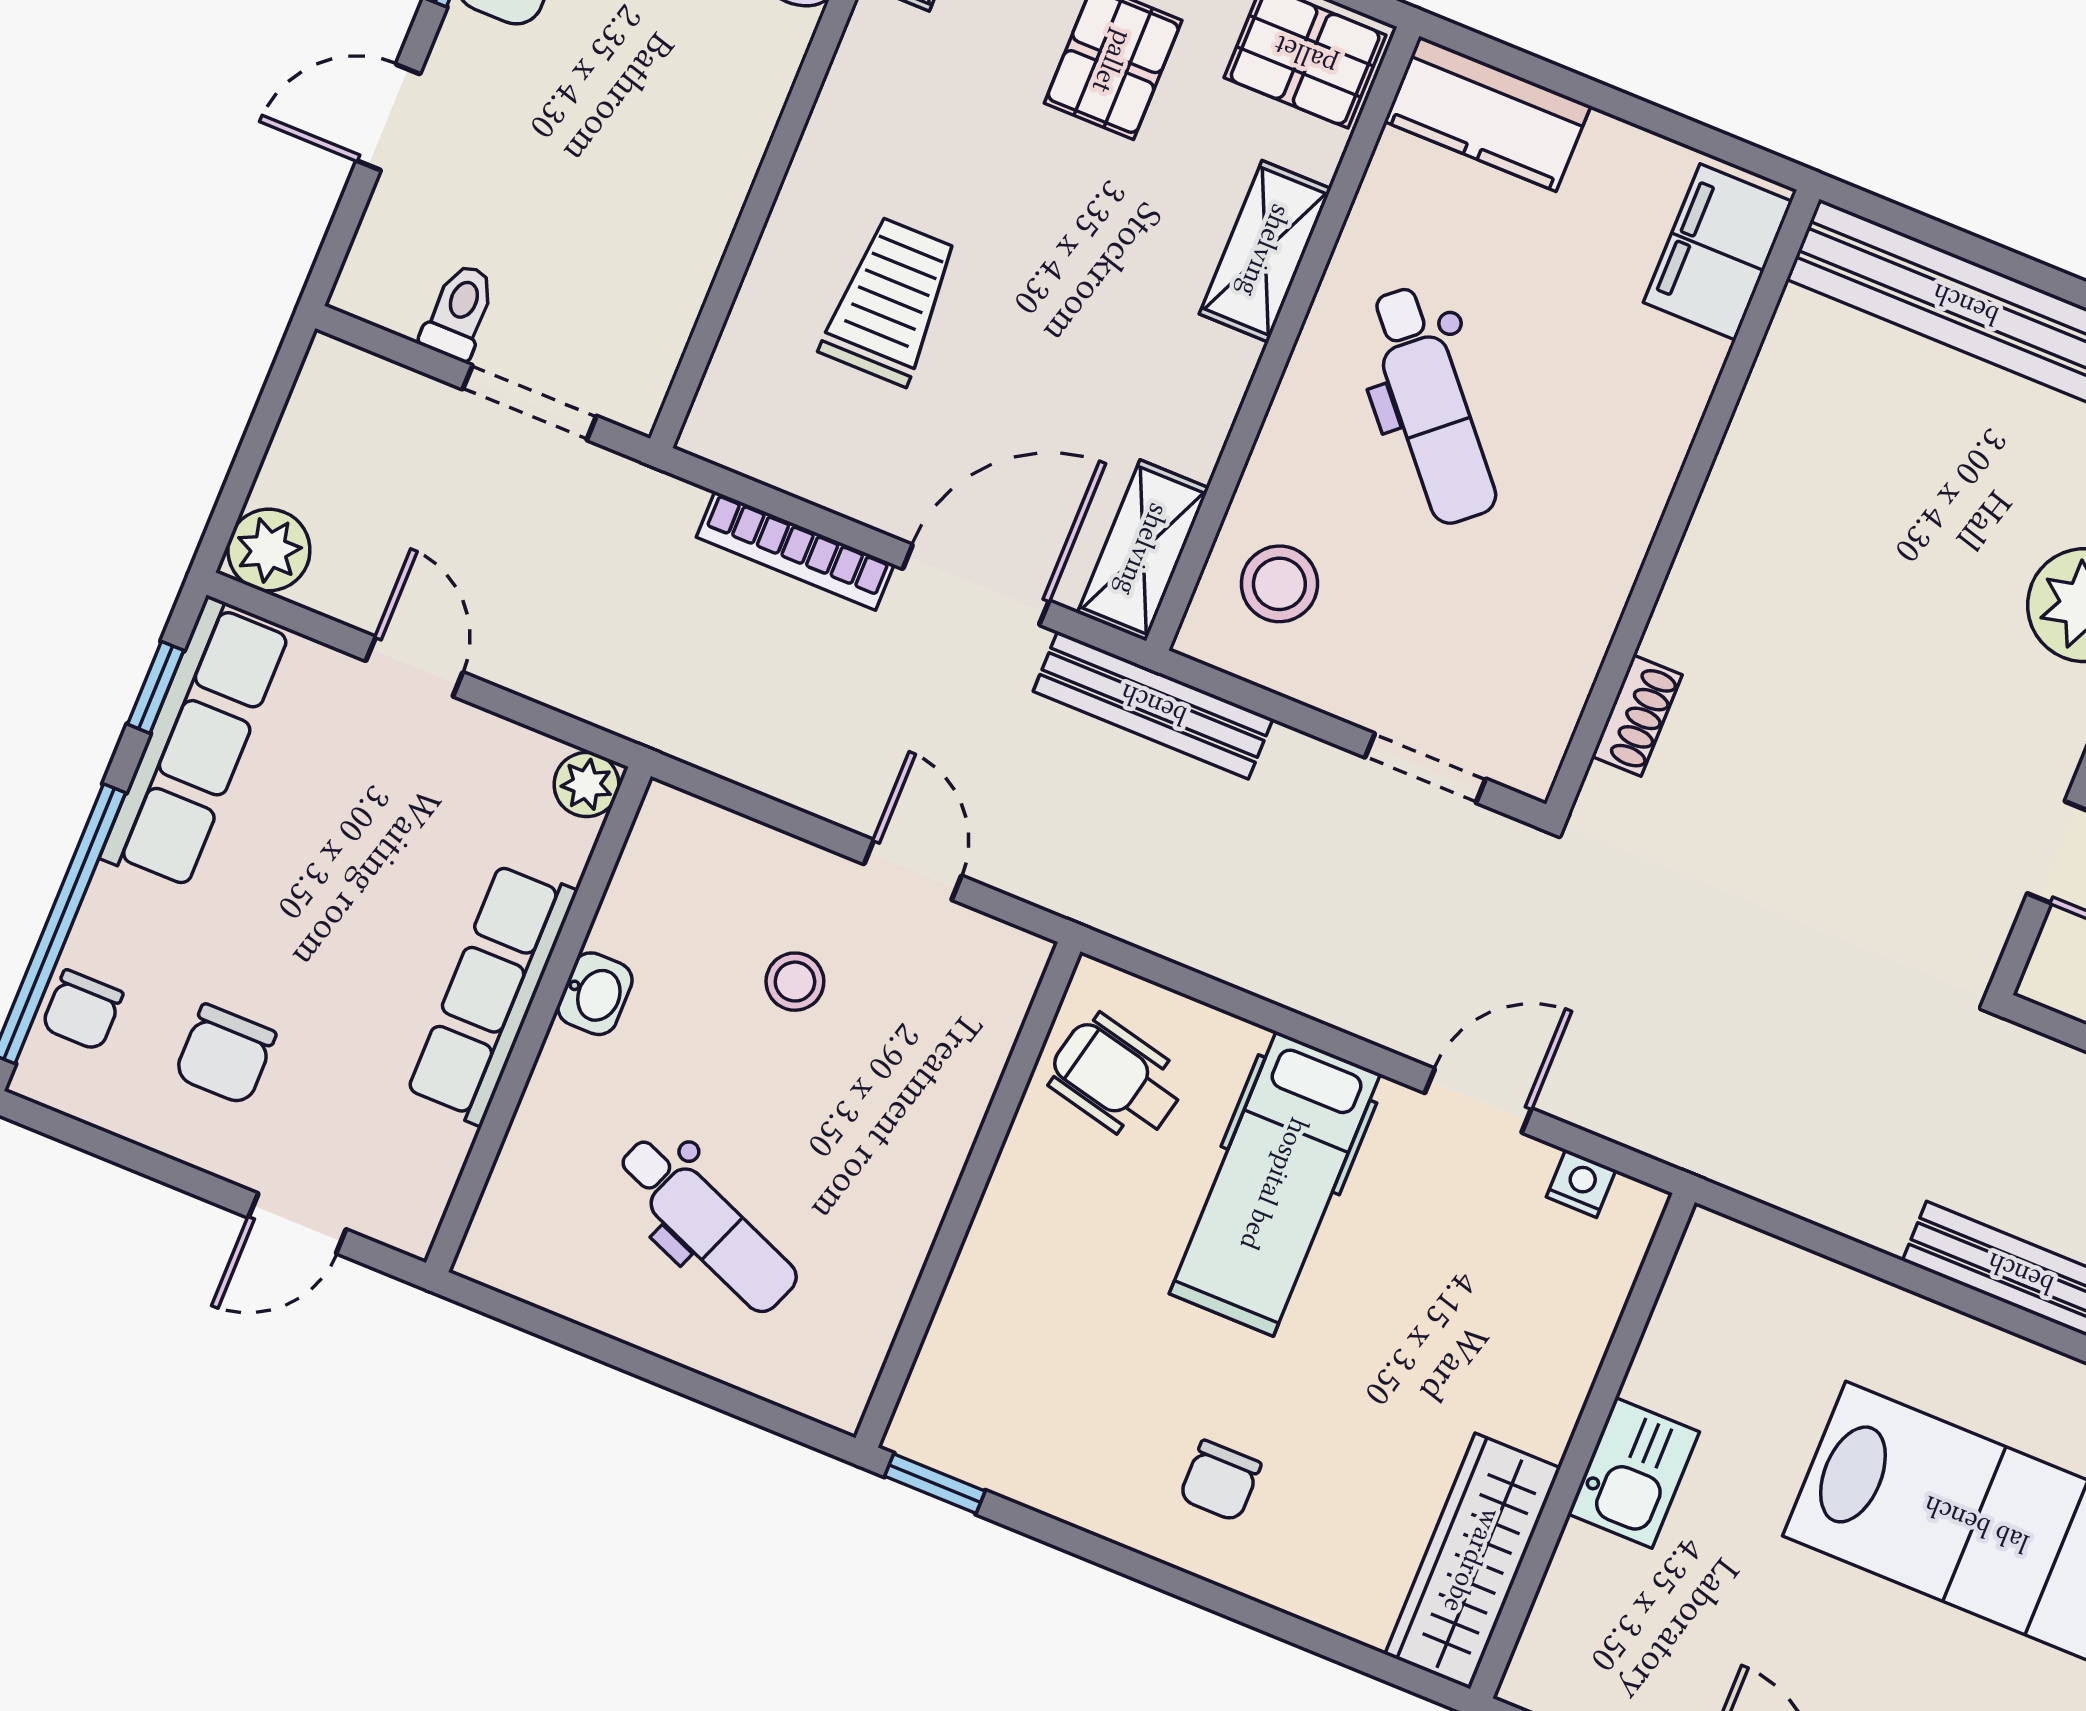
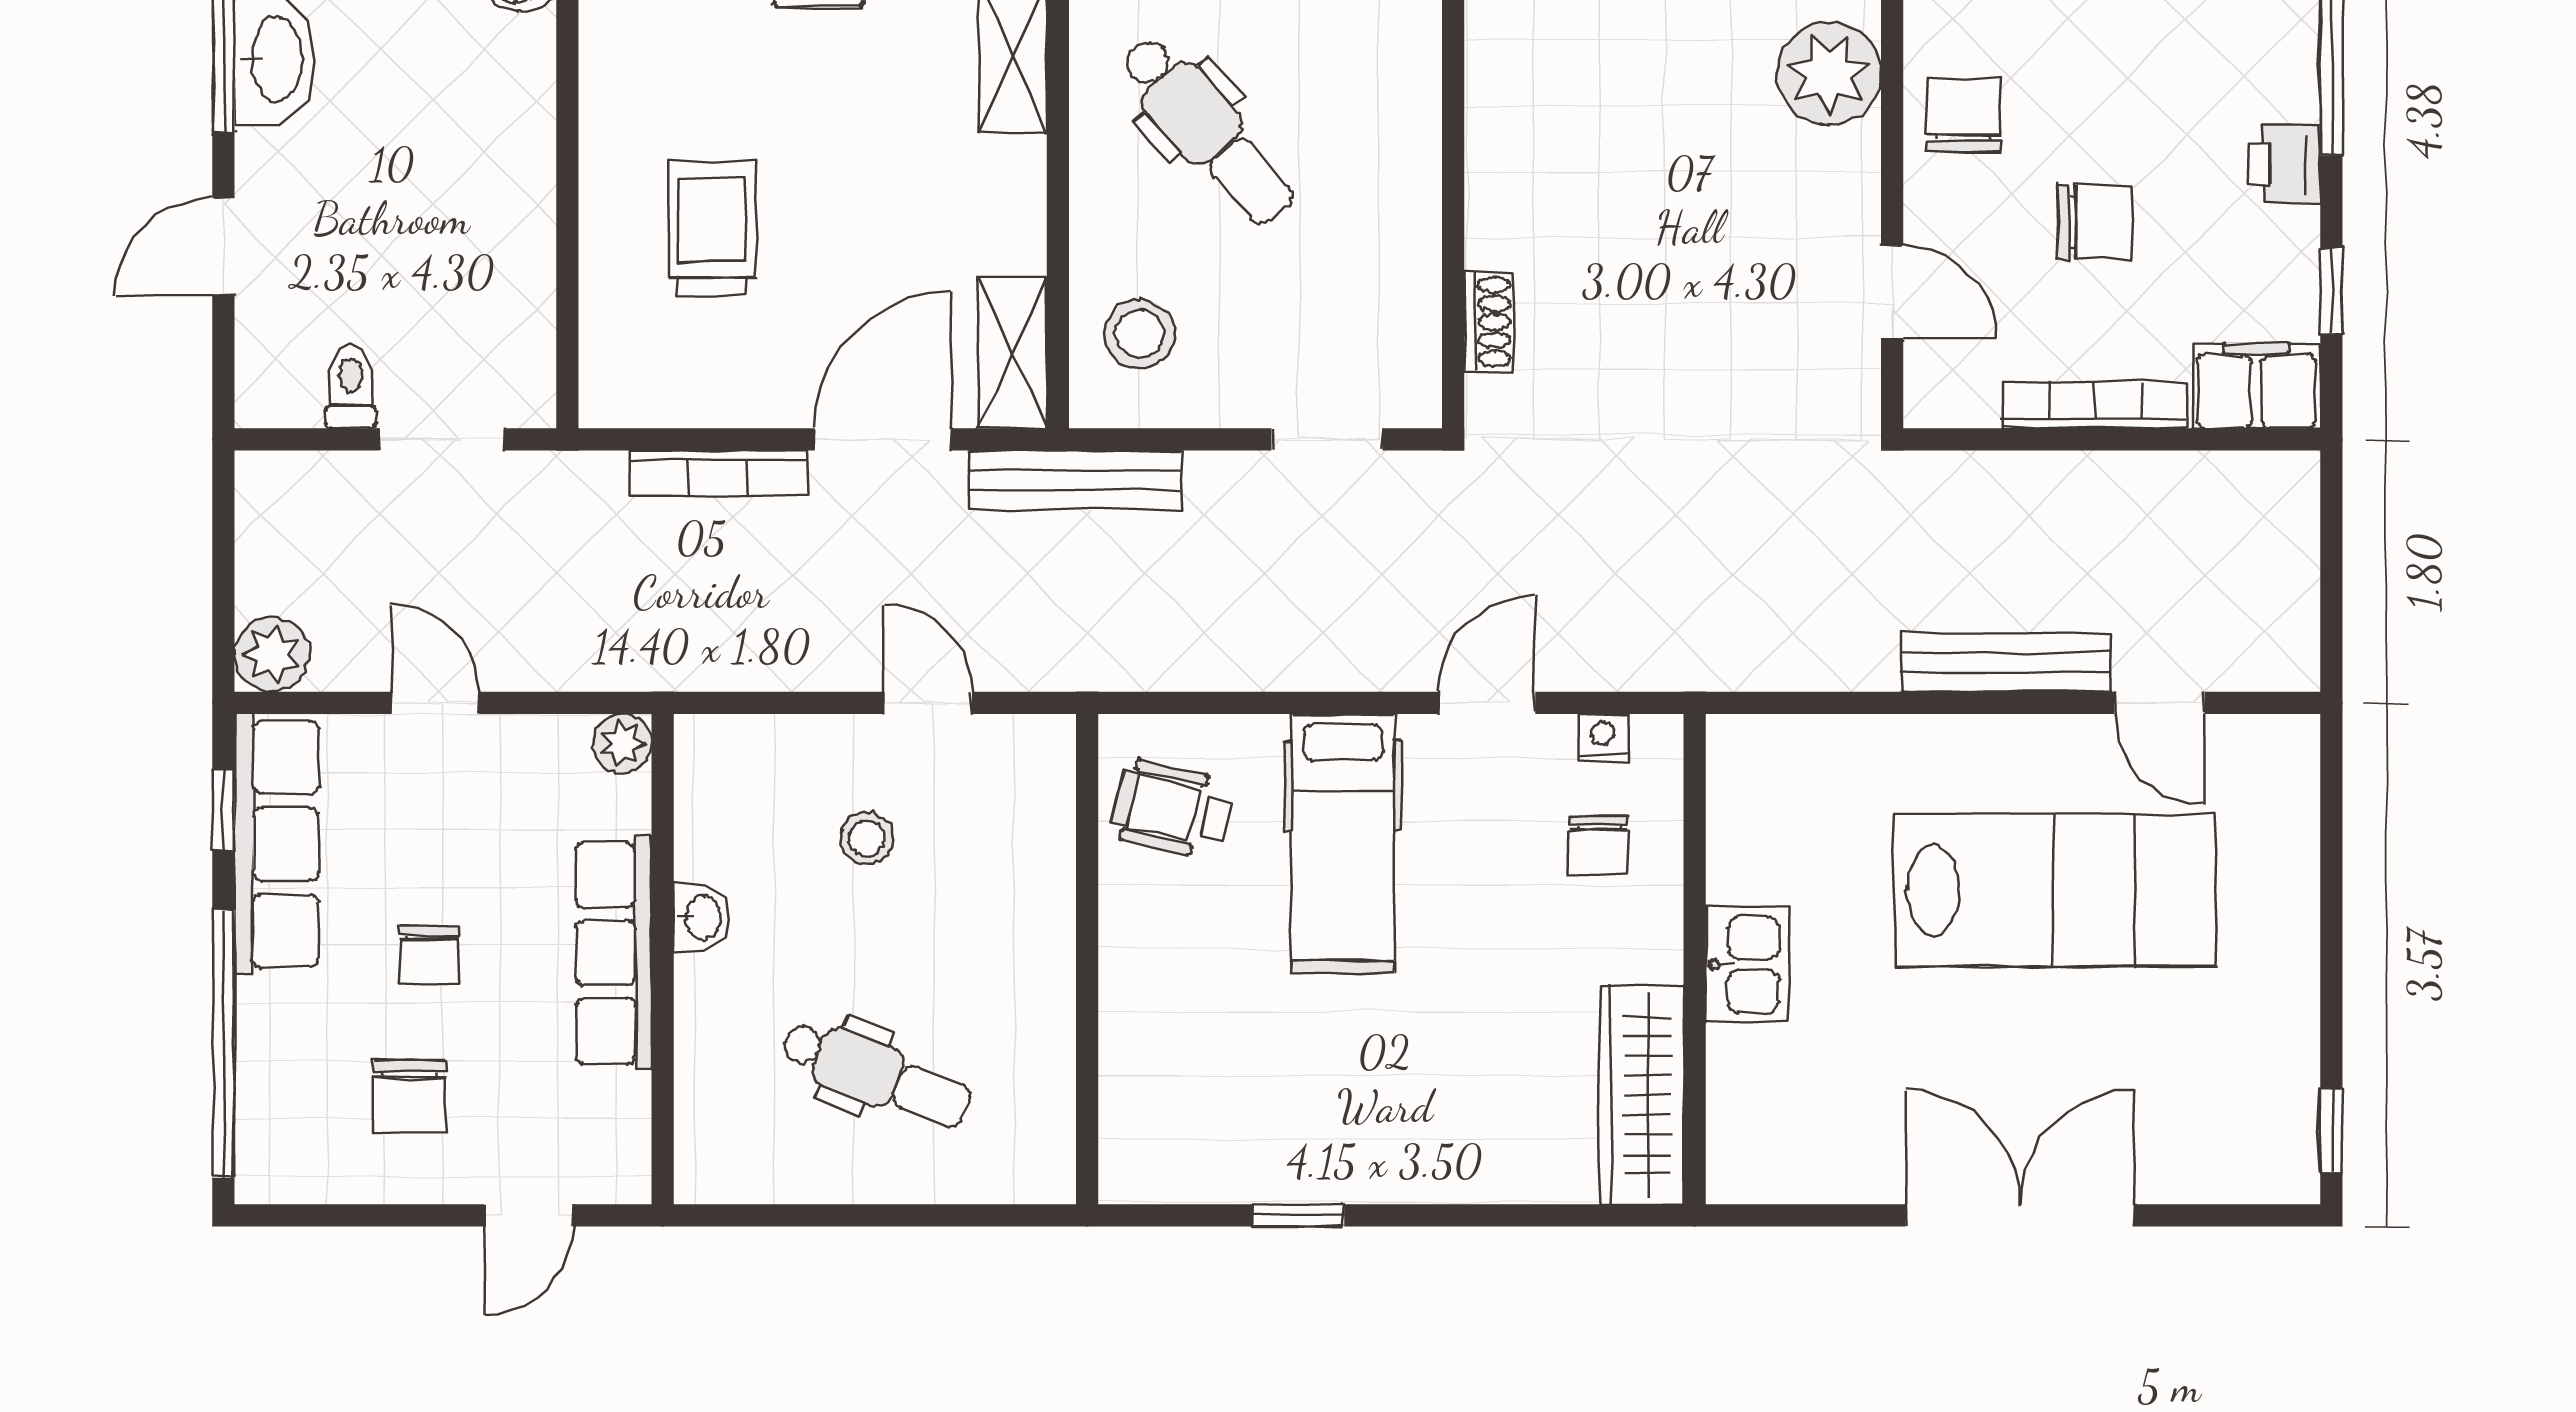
chair: (82, 1010) -> (429, 955), moved
chair: (1220, 1481) -> (1599, 846), moved
window: (935, 1484) -> (1299, 1215), moved

